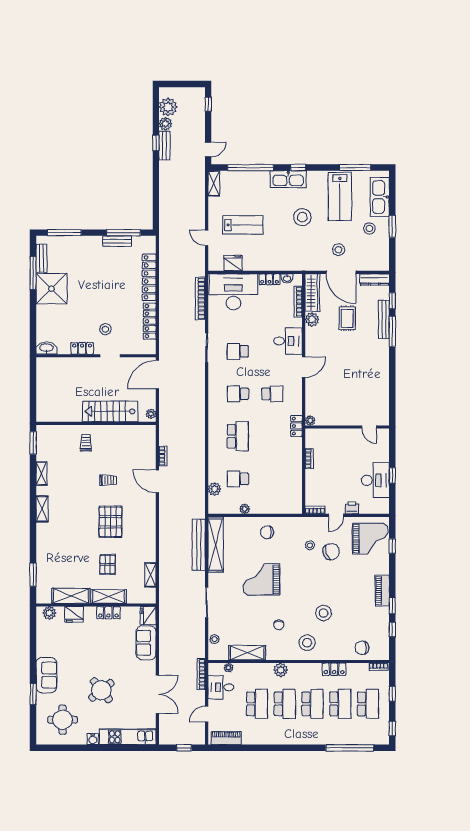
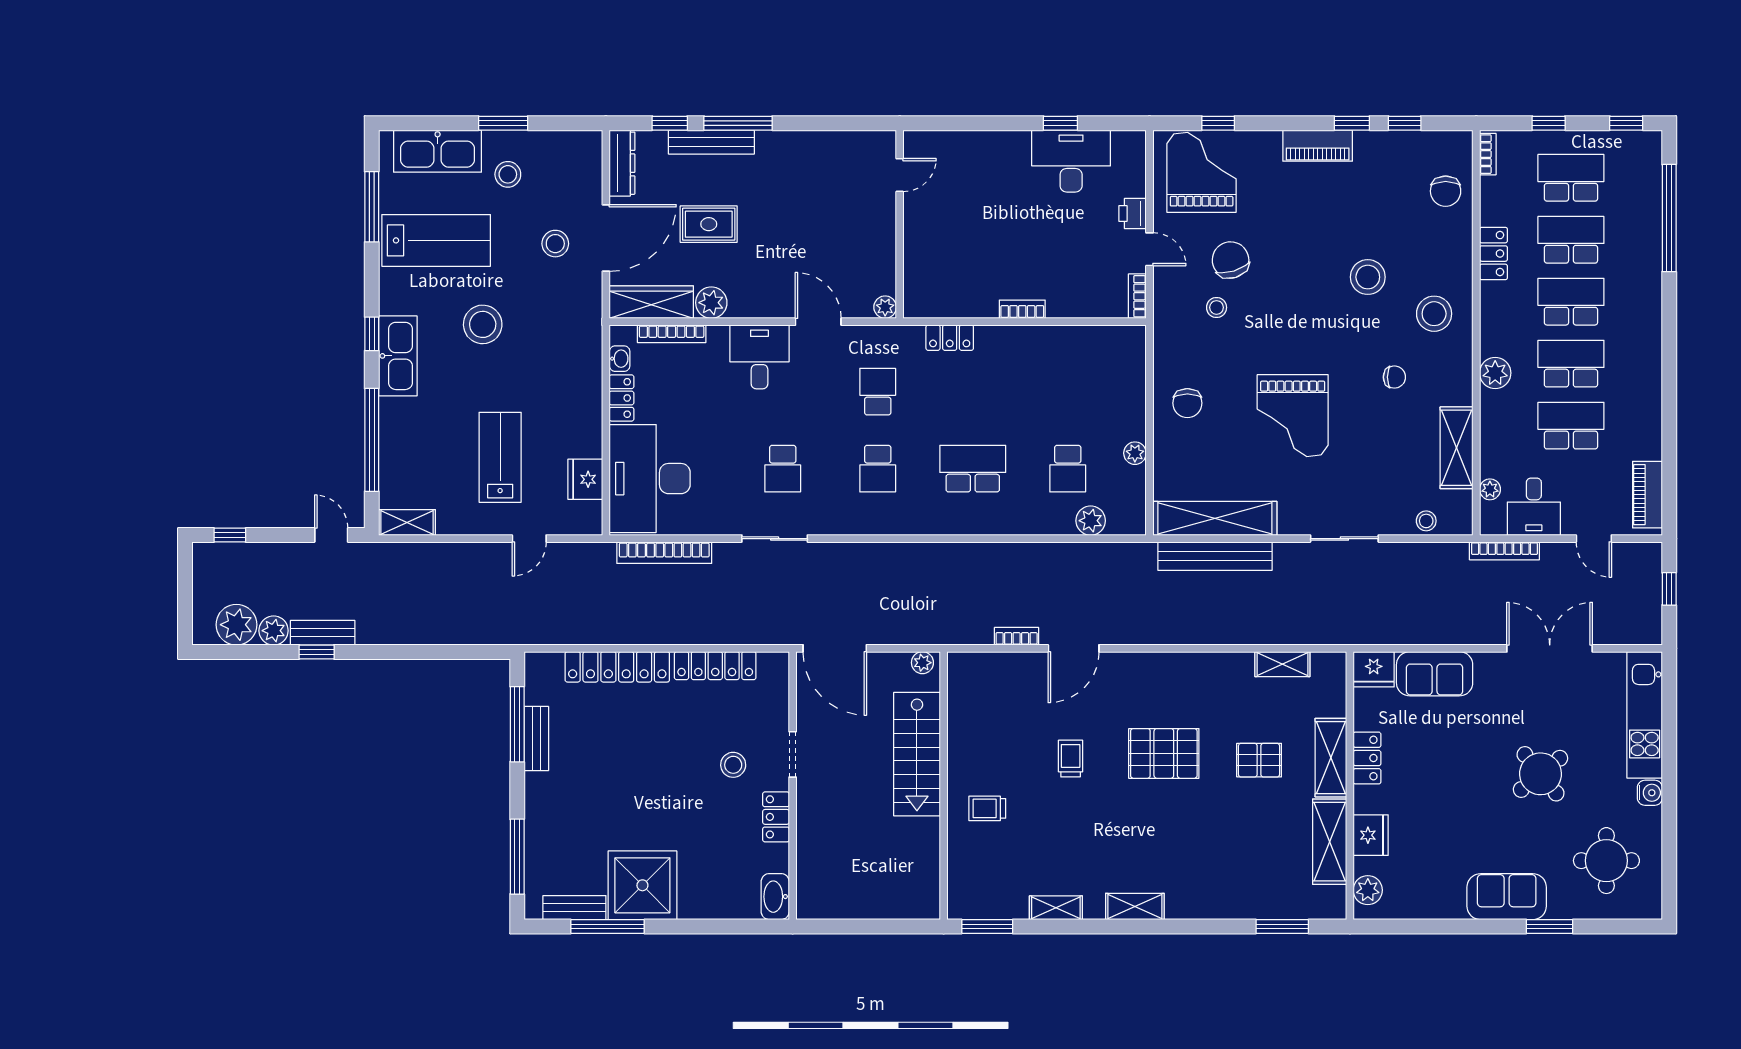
plant: (310, 420) -> (885, 307), moved
wall: (347, 427) -> (900, 224), moved
door: (369, 427) -> (900, 175), moved

